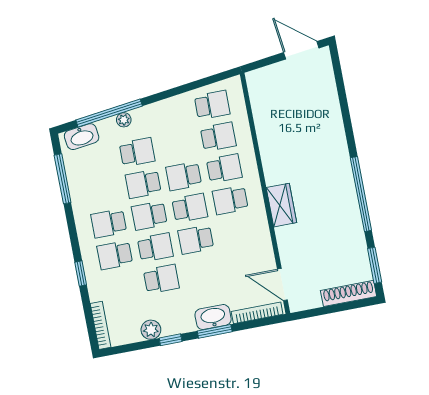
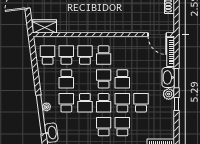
school desk: (184, 176) -> (66, 79), moved
wardrobe: (281, 205) -> (45, 26), moved
school desk: (109, 223) -> (104, 127), turned 180
school desk: (115, 255) -> (122, 127), turned 180
door: (282, 285) -> (157, 35), hinge flipped
plant: (151, 330) -> (169, 94), moved

